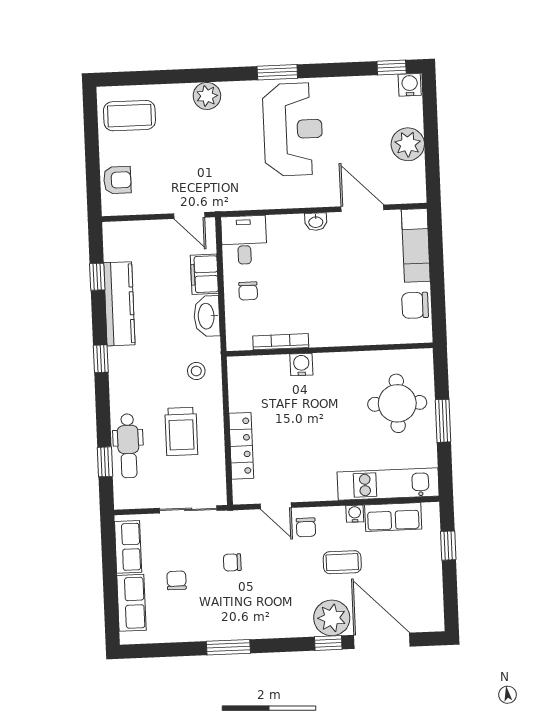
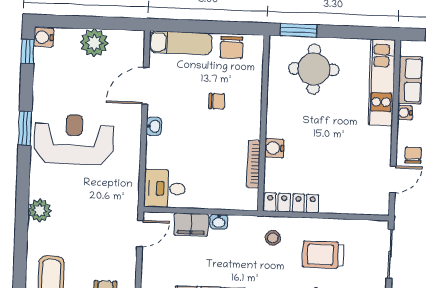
window: (277, 72) -> (25, 128), moved
chair: (248, 291) -> (217, 101), moved
washbasin: (207, 316) -> (219, 222), width x0.52, depth x0.69
window: (443, 421) -> (299, 30), moved
trolley: (181, 431) -> (323, 255), turned 180
locker: (241, 446) -> (291, 203), moved
chair: (306, 527) -> (413, 155), turned -90

